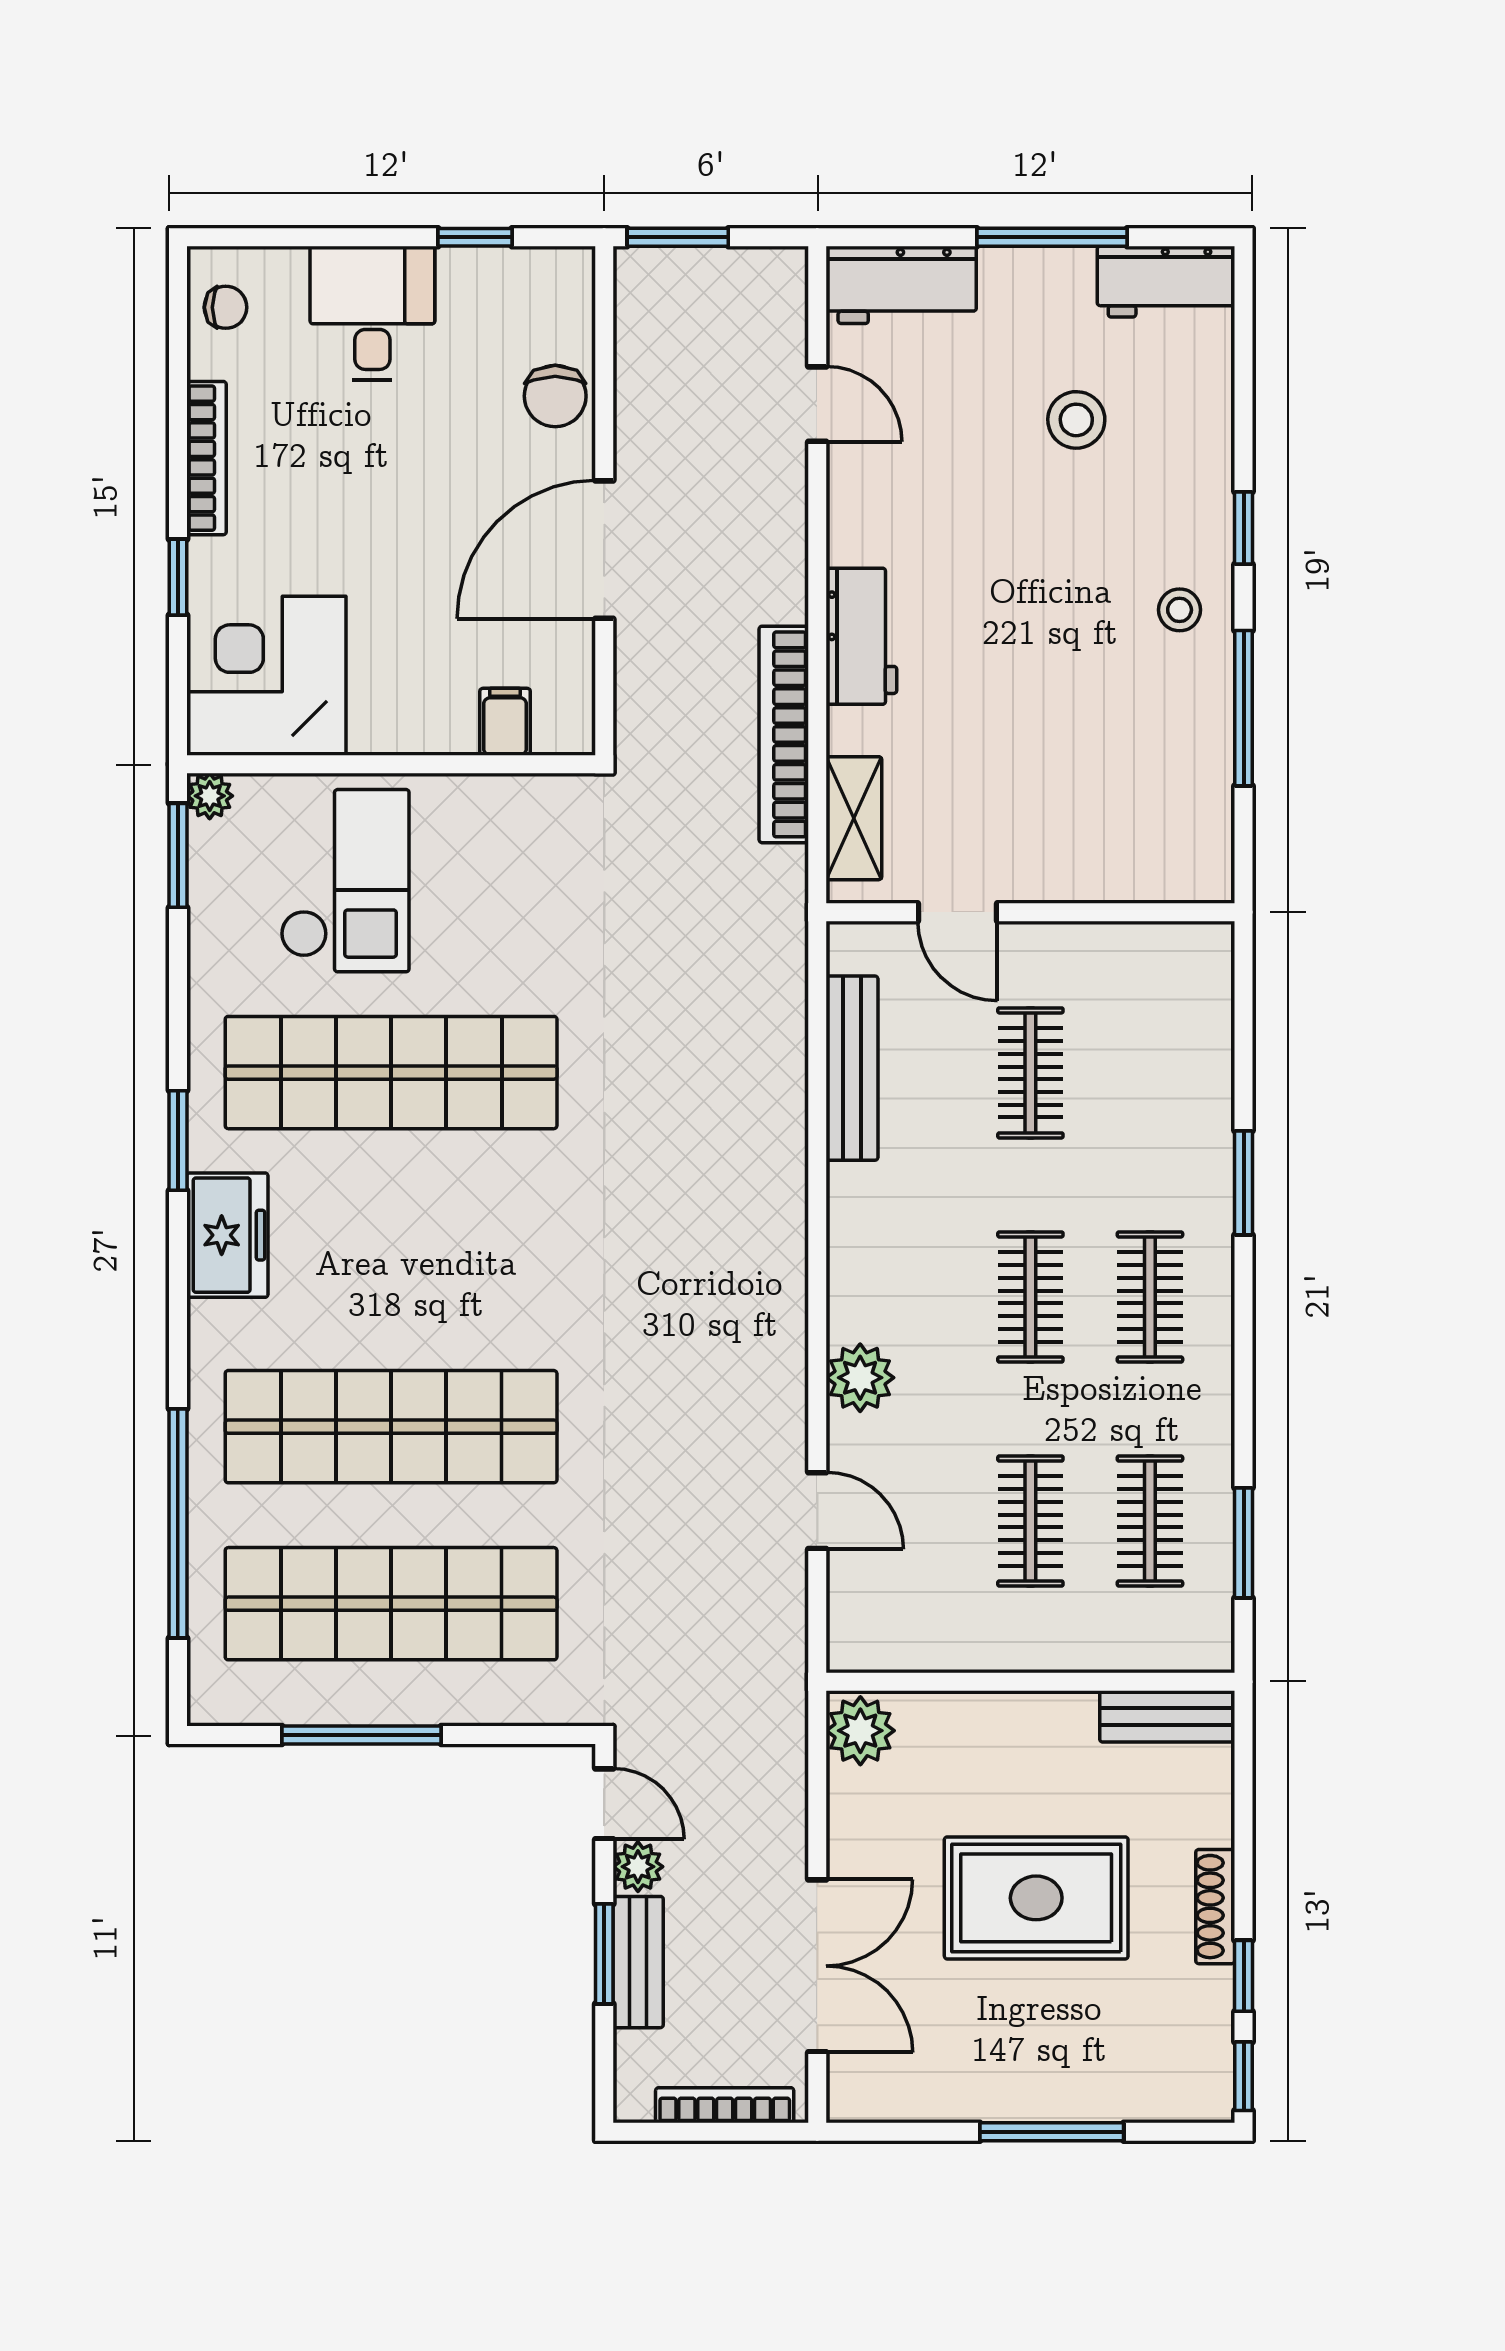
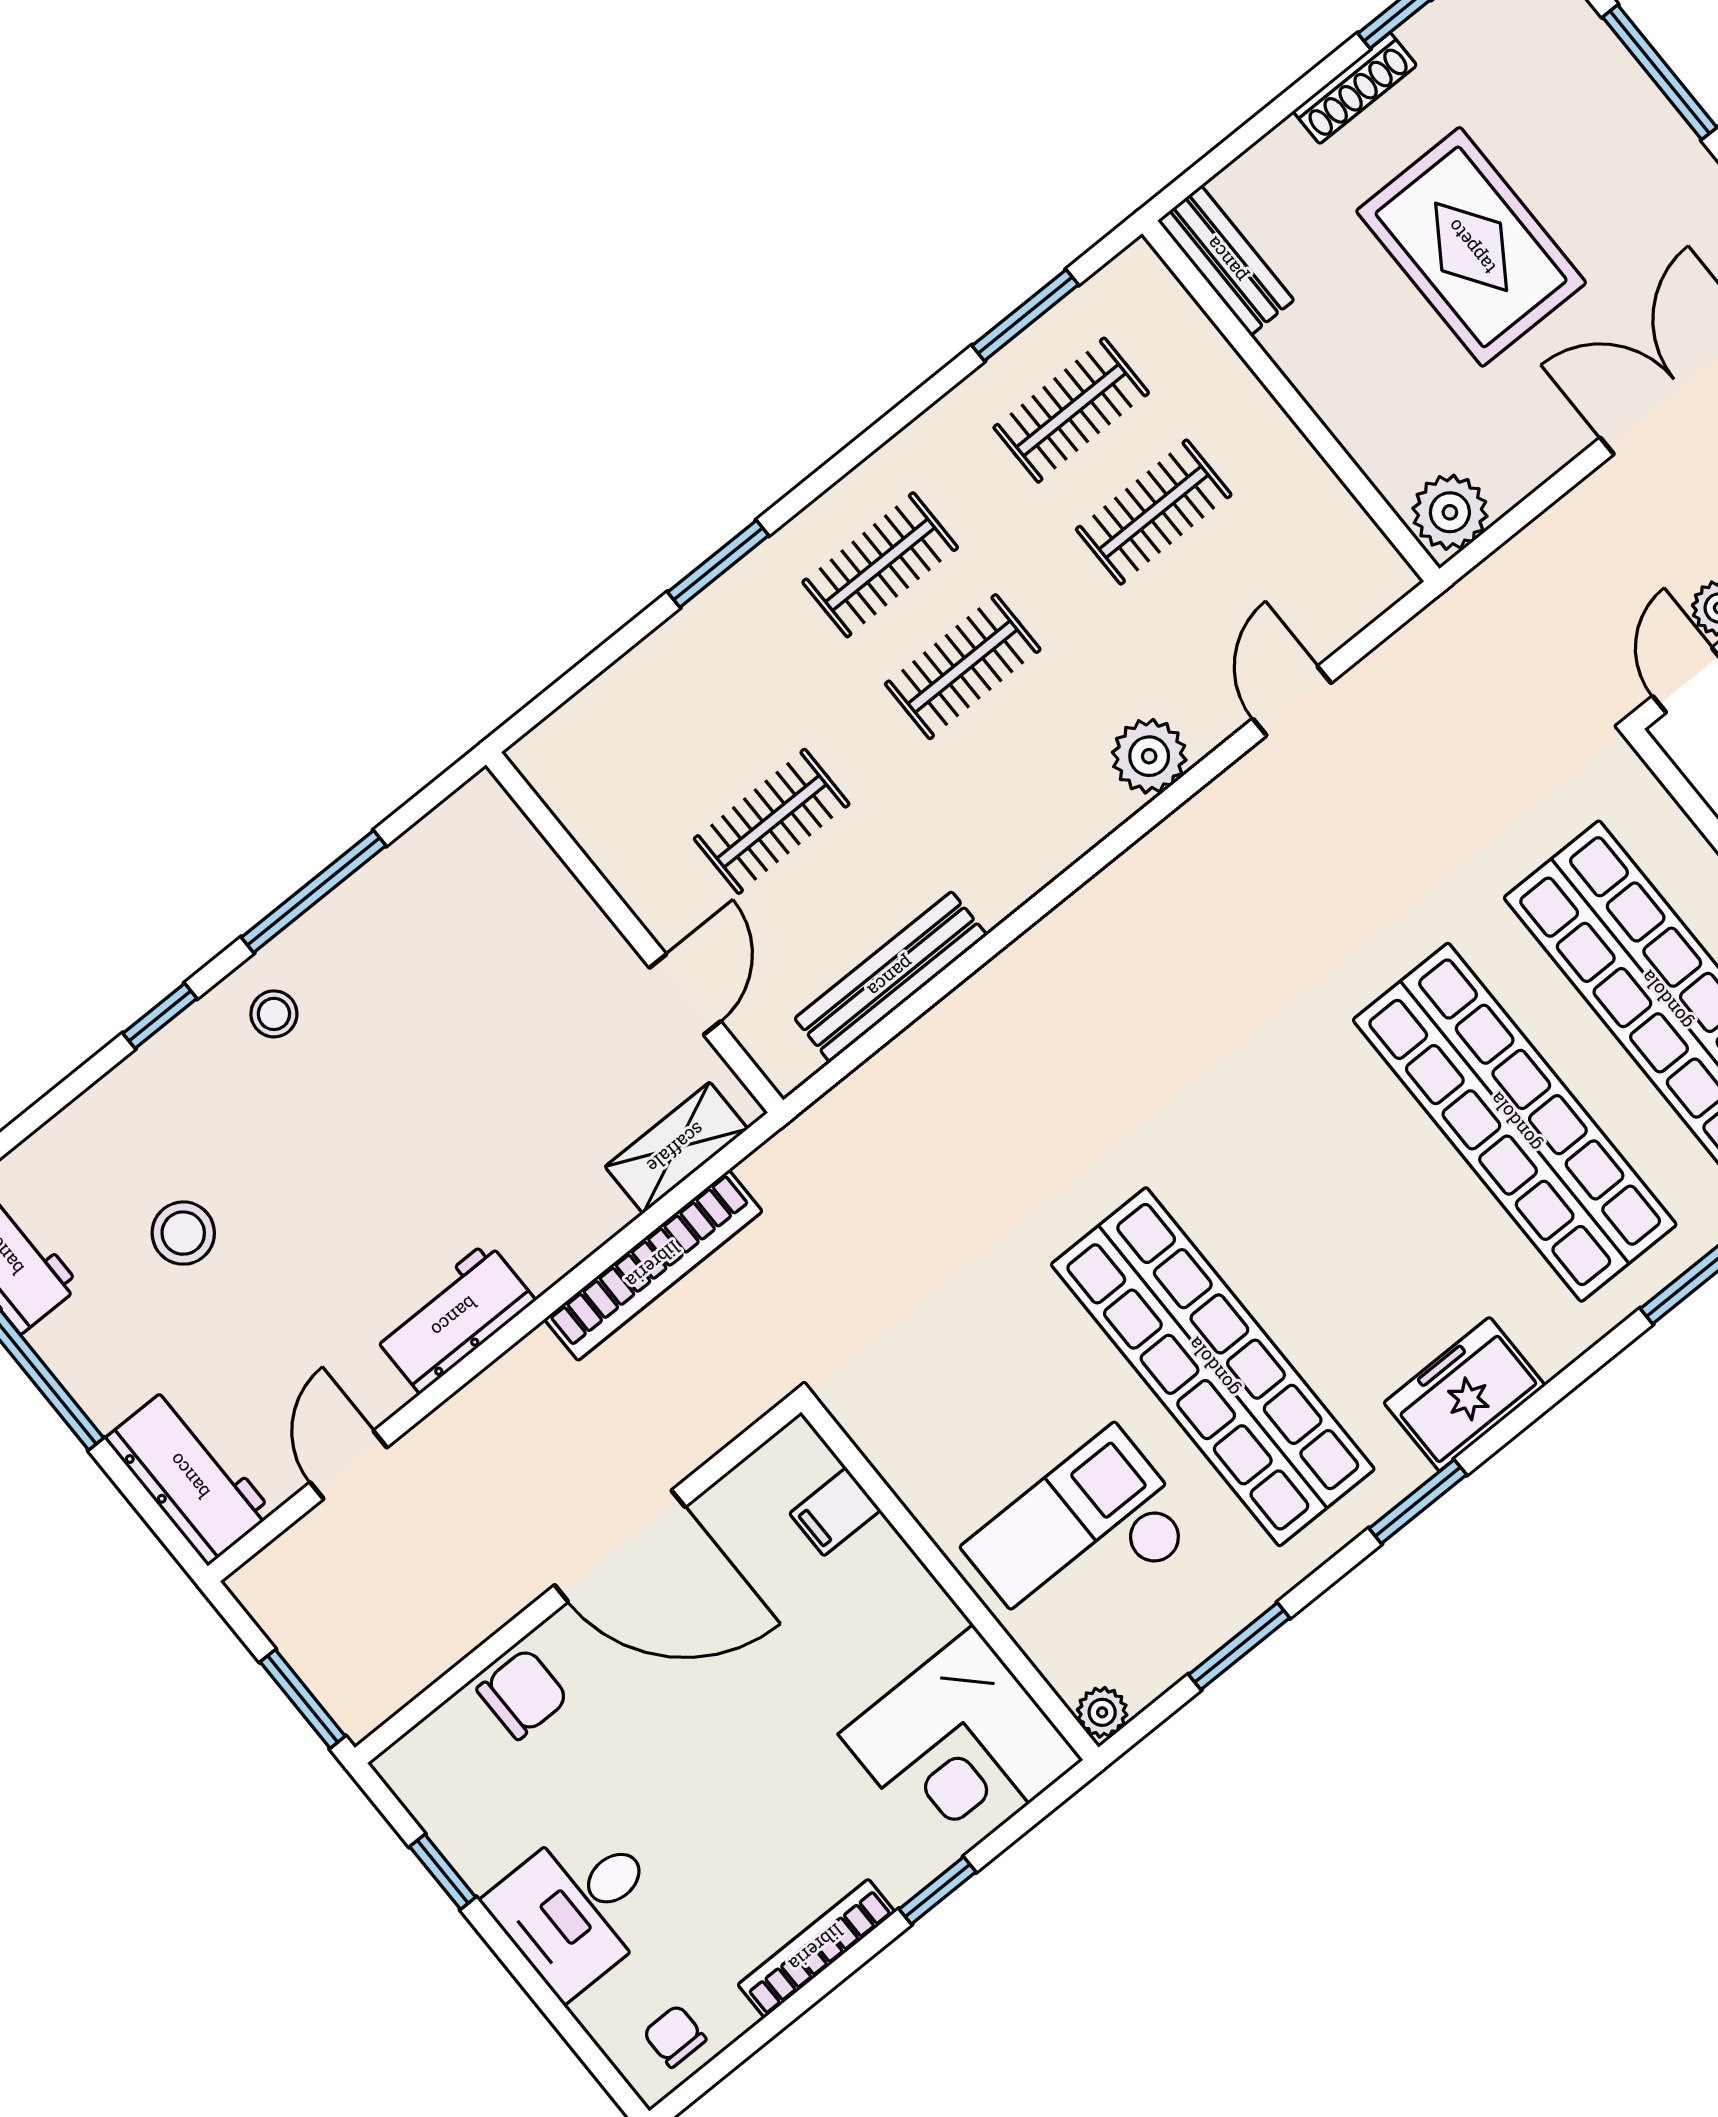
workbench: (861, 636) -> (454, 1317), moved
window: (178, 855) -> (1239, 1646), moved

